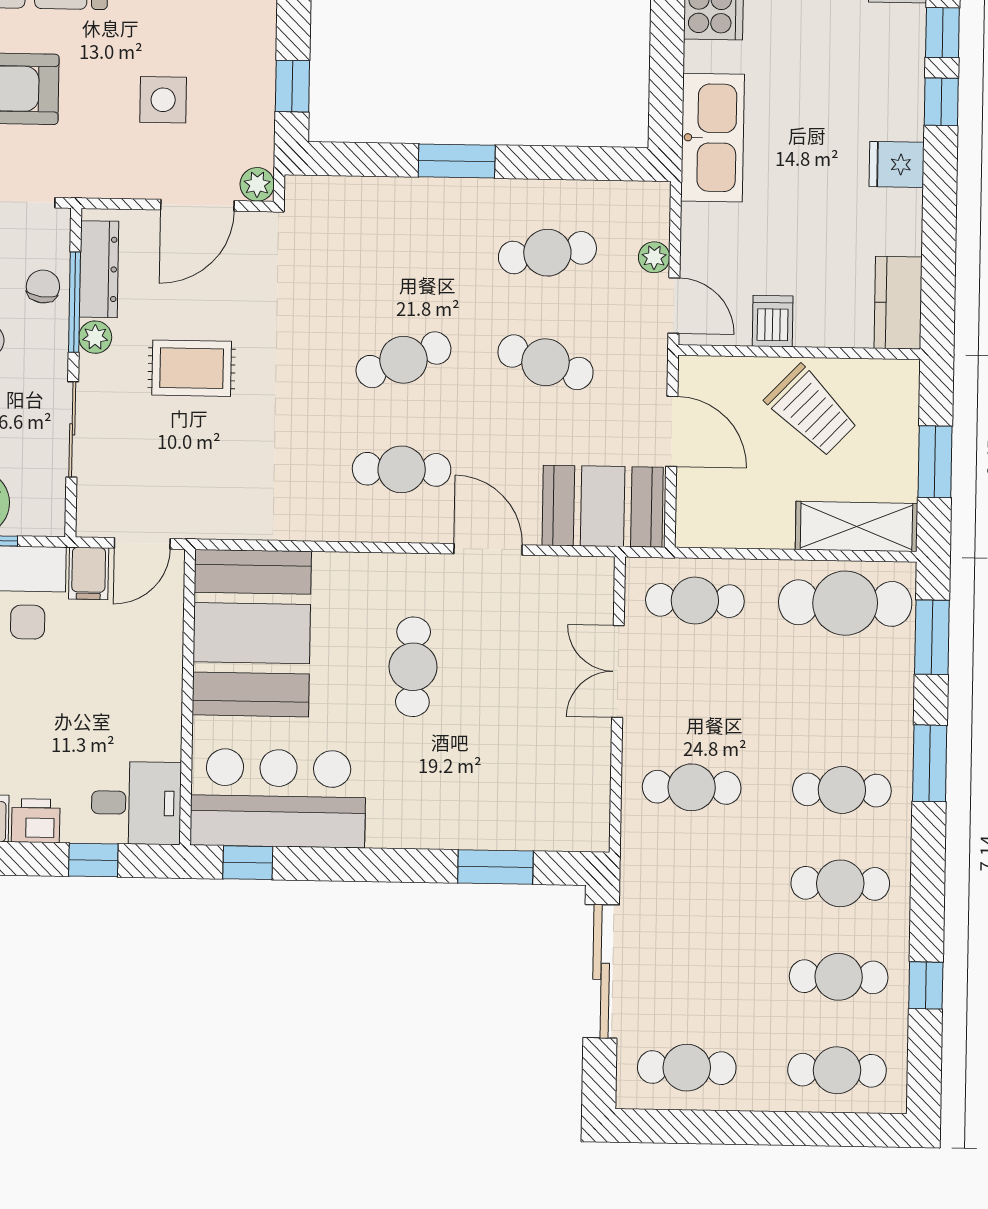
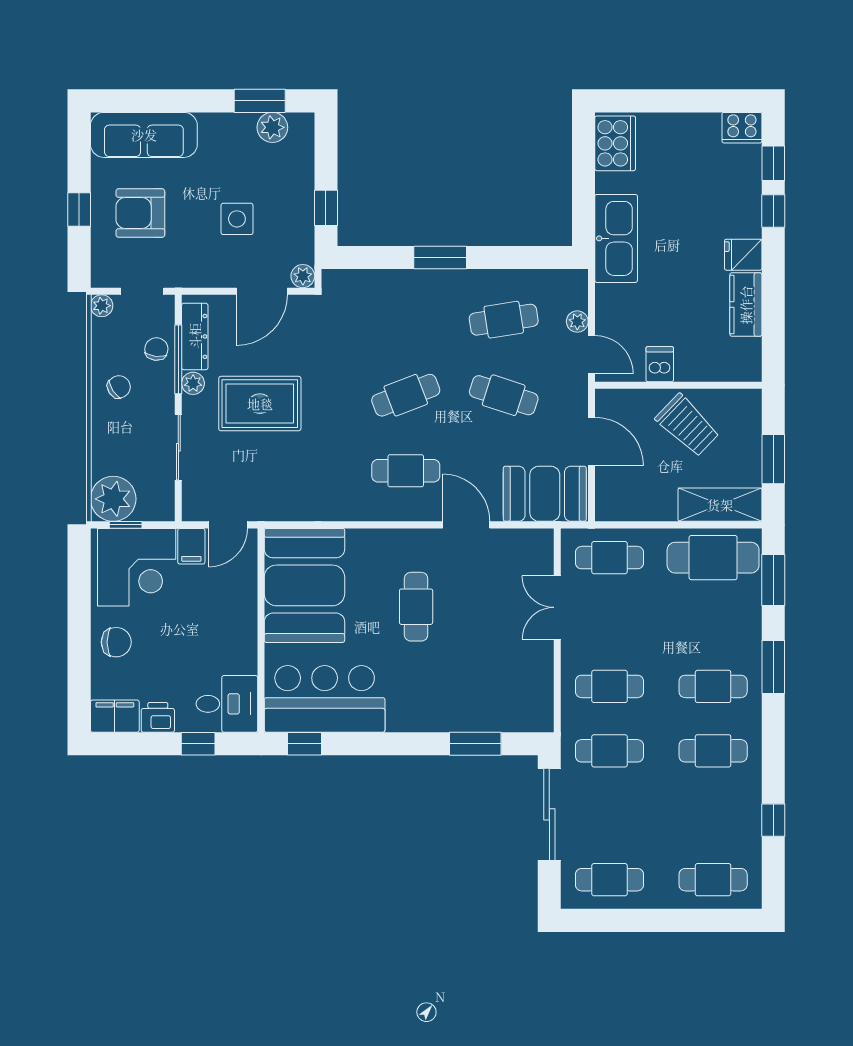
kitchen counter: (898, 303) -> (746, 305), moved
rug: (192, 368) -> (260, 404), width x1.36, depth x1.43
cafe table: (839, 977) -> (610, 751), moved

